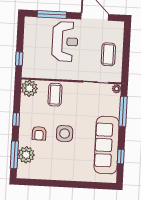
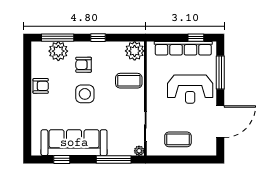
row of seats: (29, 46) -> (183, 48), added
window: (19, 59) -> (196, 38), moved
armchair: (56, 172) -> (41, 86), added

